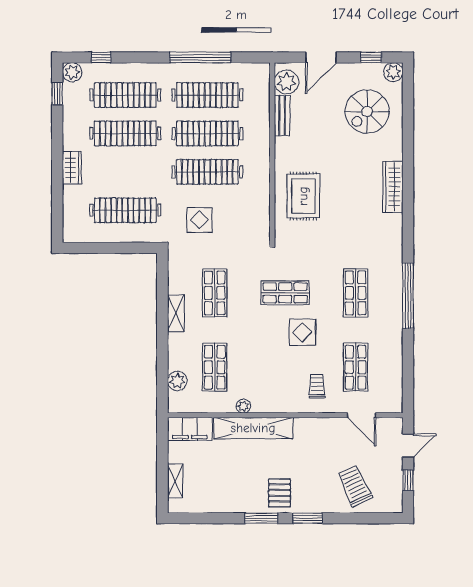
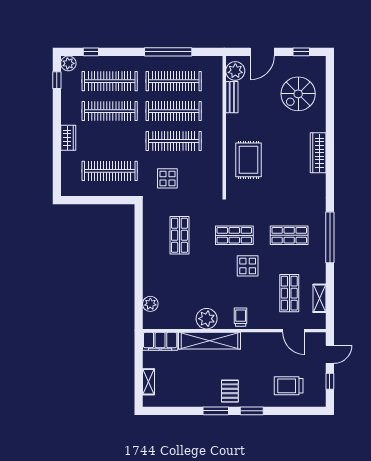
plant: (393, 72) -> (318, 63), removed
shop shelf: (356, 293) -> (289, 235), turned 90
shelving: (176, 313) -> (319, 298), moved
shop shelf: (215, 367) -> (179, 293), removed
trolley: (317, 386) -> (241, 317), moved
plant: (243, 406) -> (207, 319), width x1.88, depth x1.88
trolley: (355, 486) -> (289, 386), turned -65

